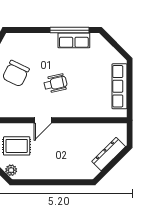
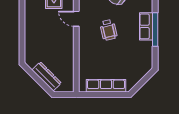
window: (70, 30) -> (155, 29), moved
row of seats: (74, 40) -> (146, 26), moved

